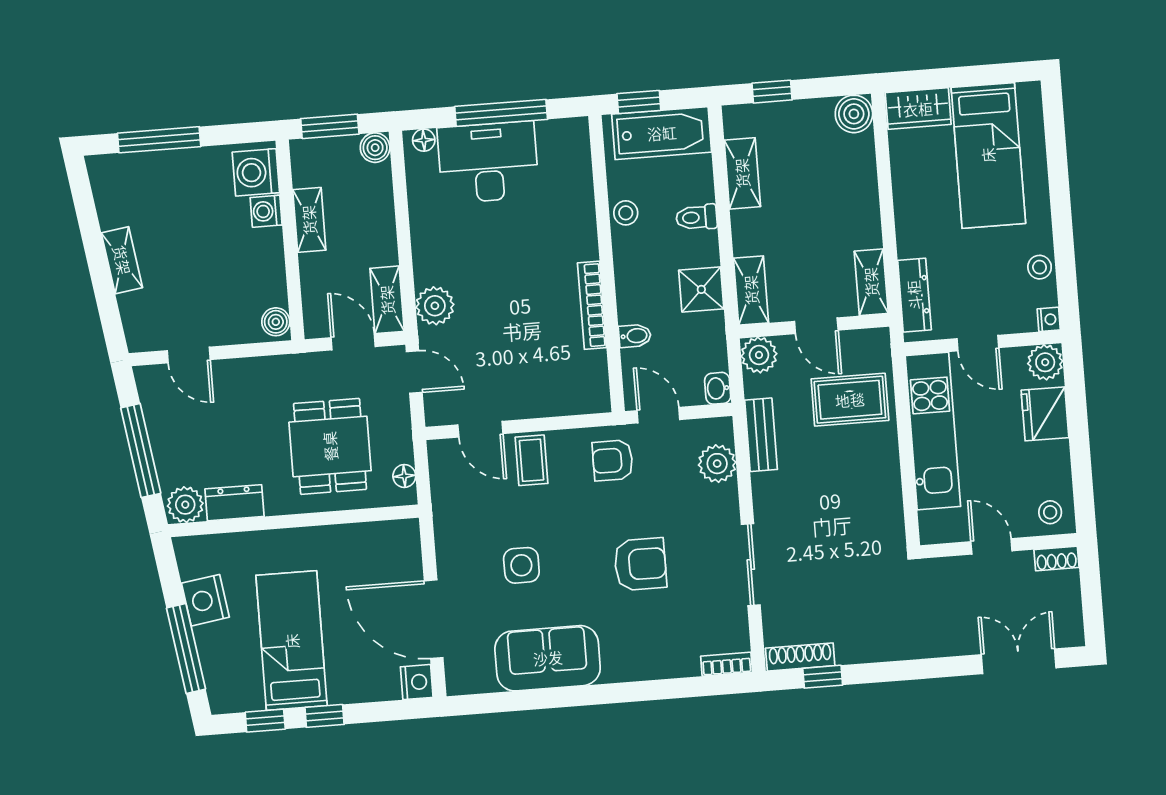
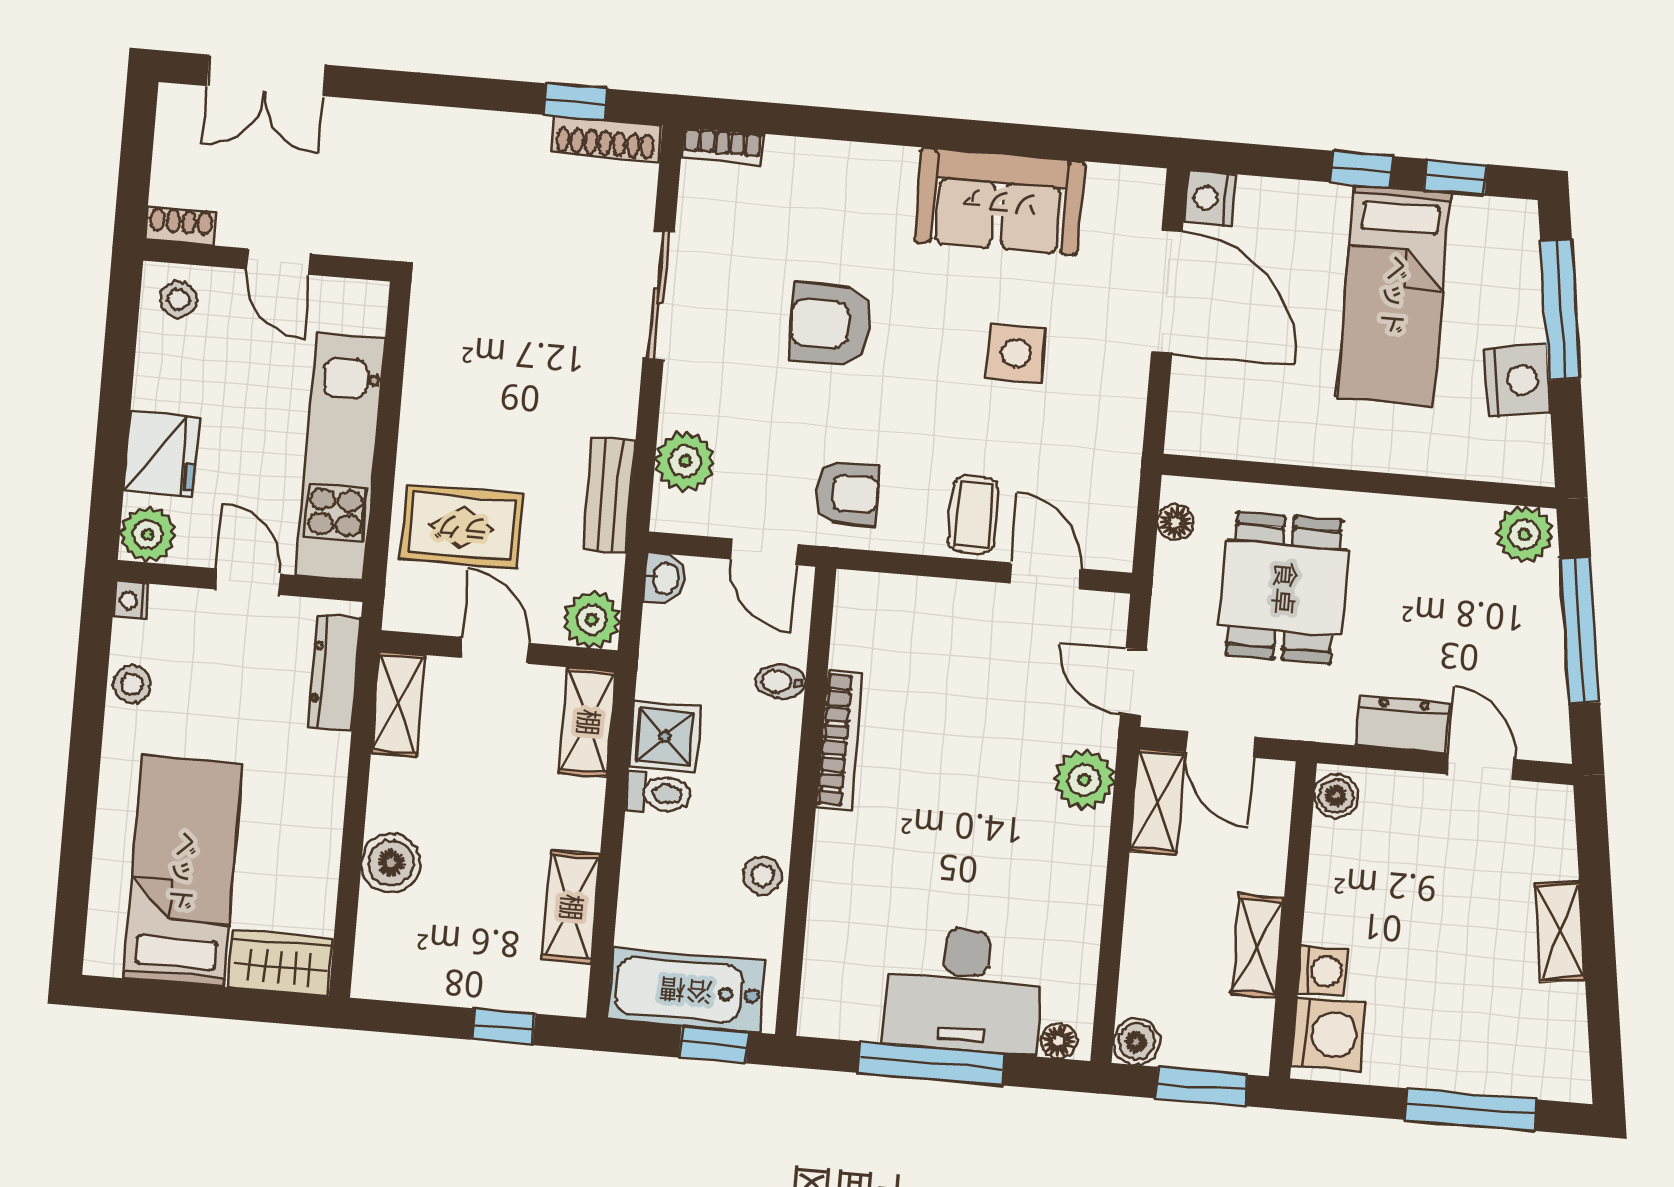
boiler: (854, 114) -> (391, 863), moved
toilet: (697, 217) -> (658, 793), moved
dresser: (234, 503) -> (1402, 724), moved, turned 180

